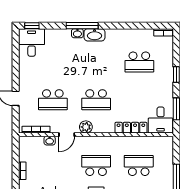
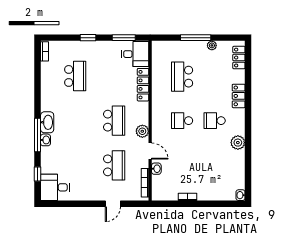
window: (32, 26) -> (38, 174), moved
school desk: (96, 165) -> (182, 121), width x0.54

